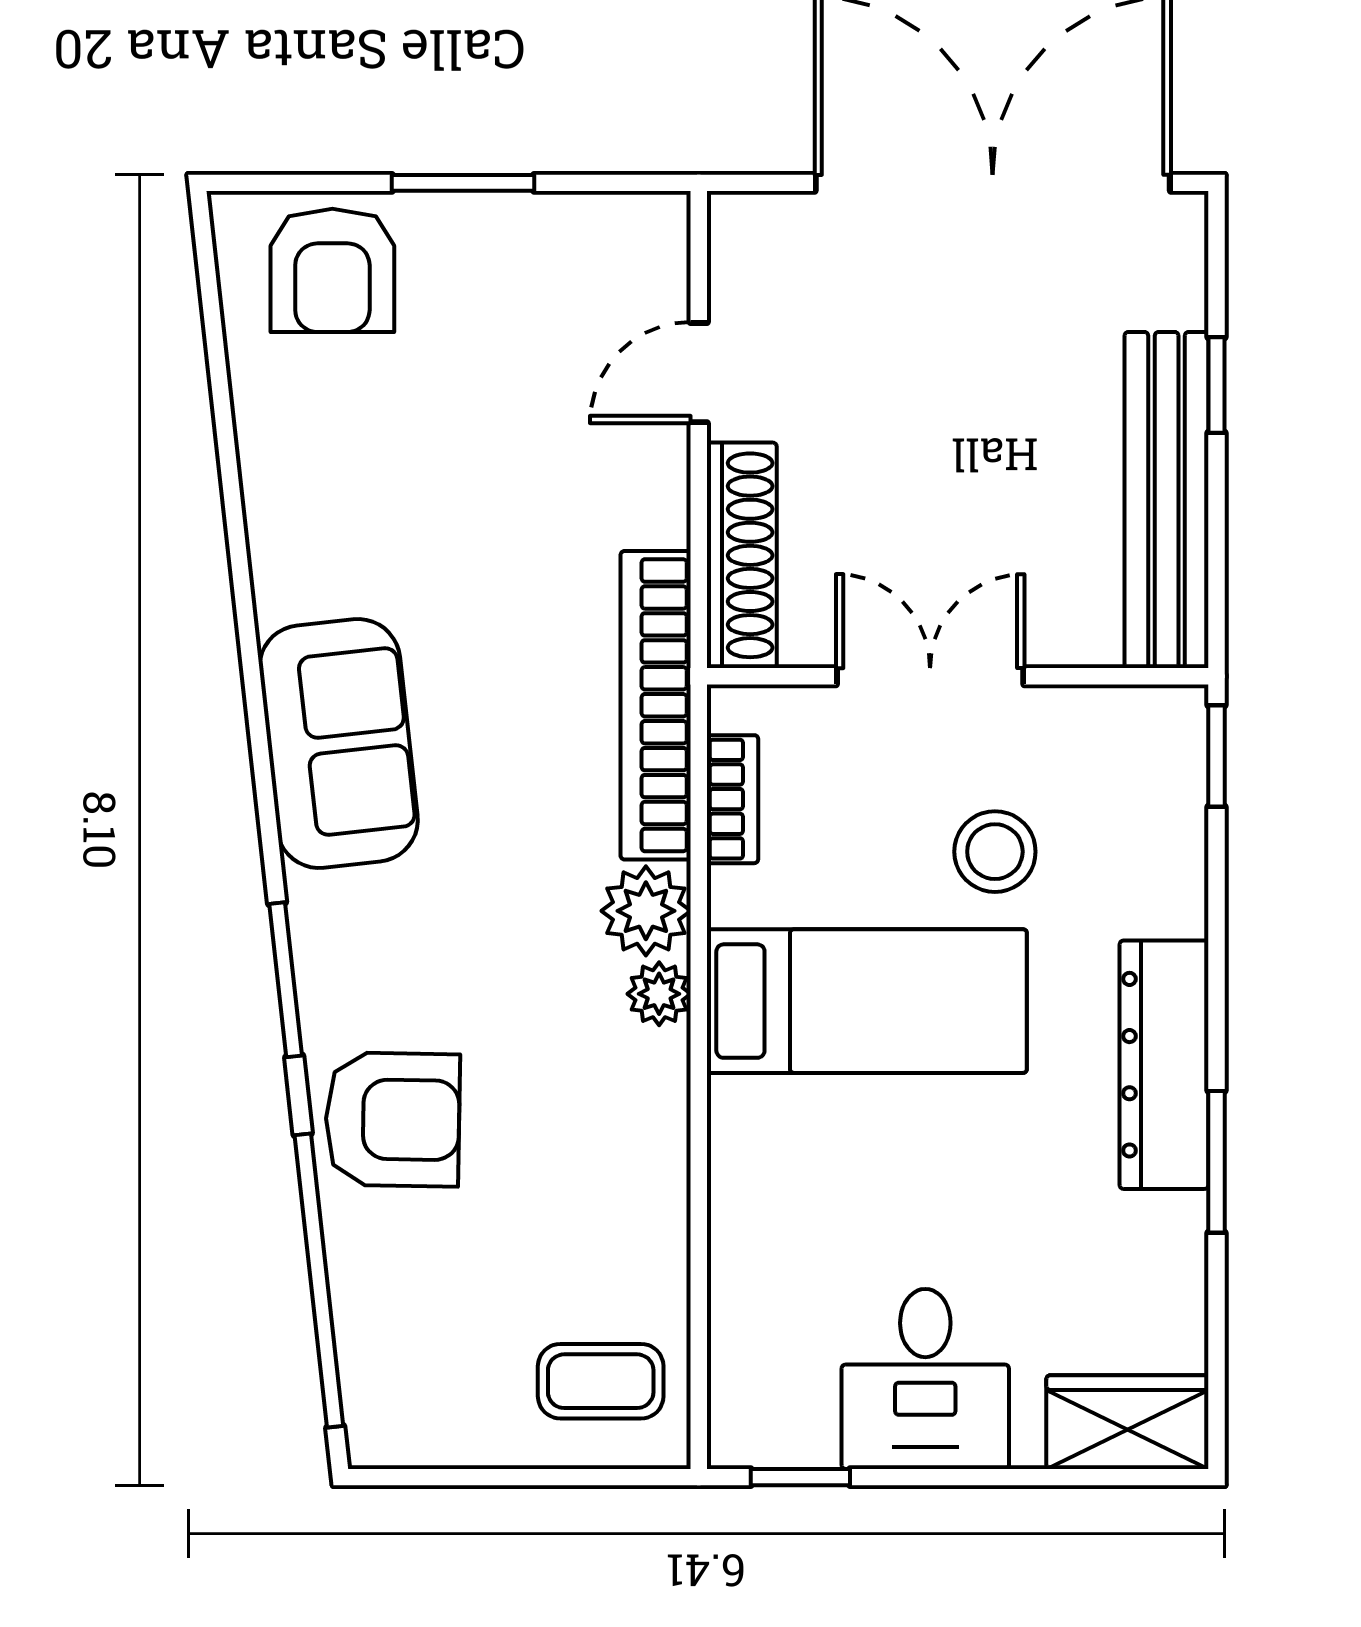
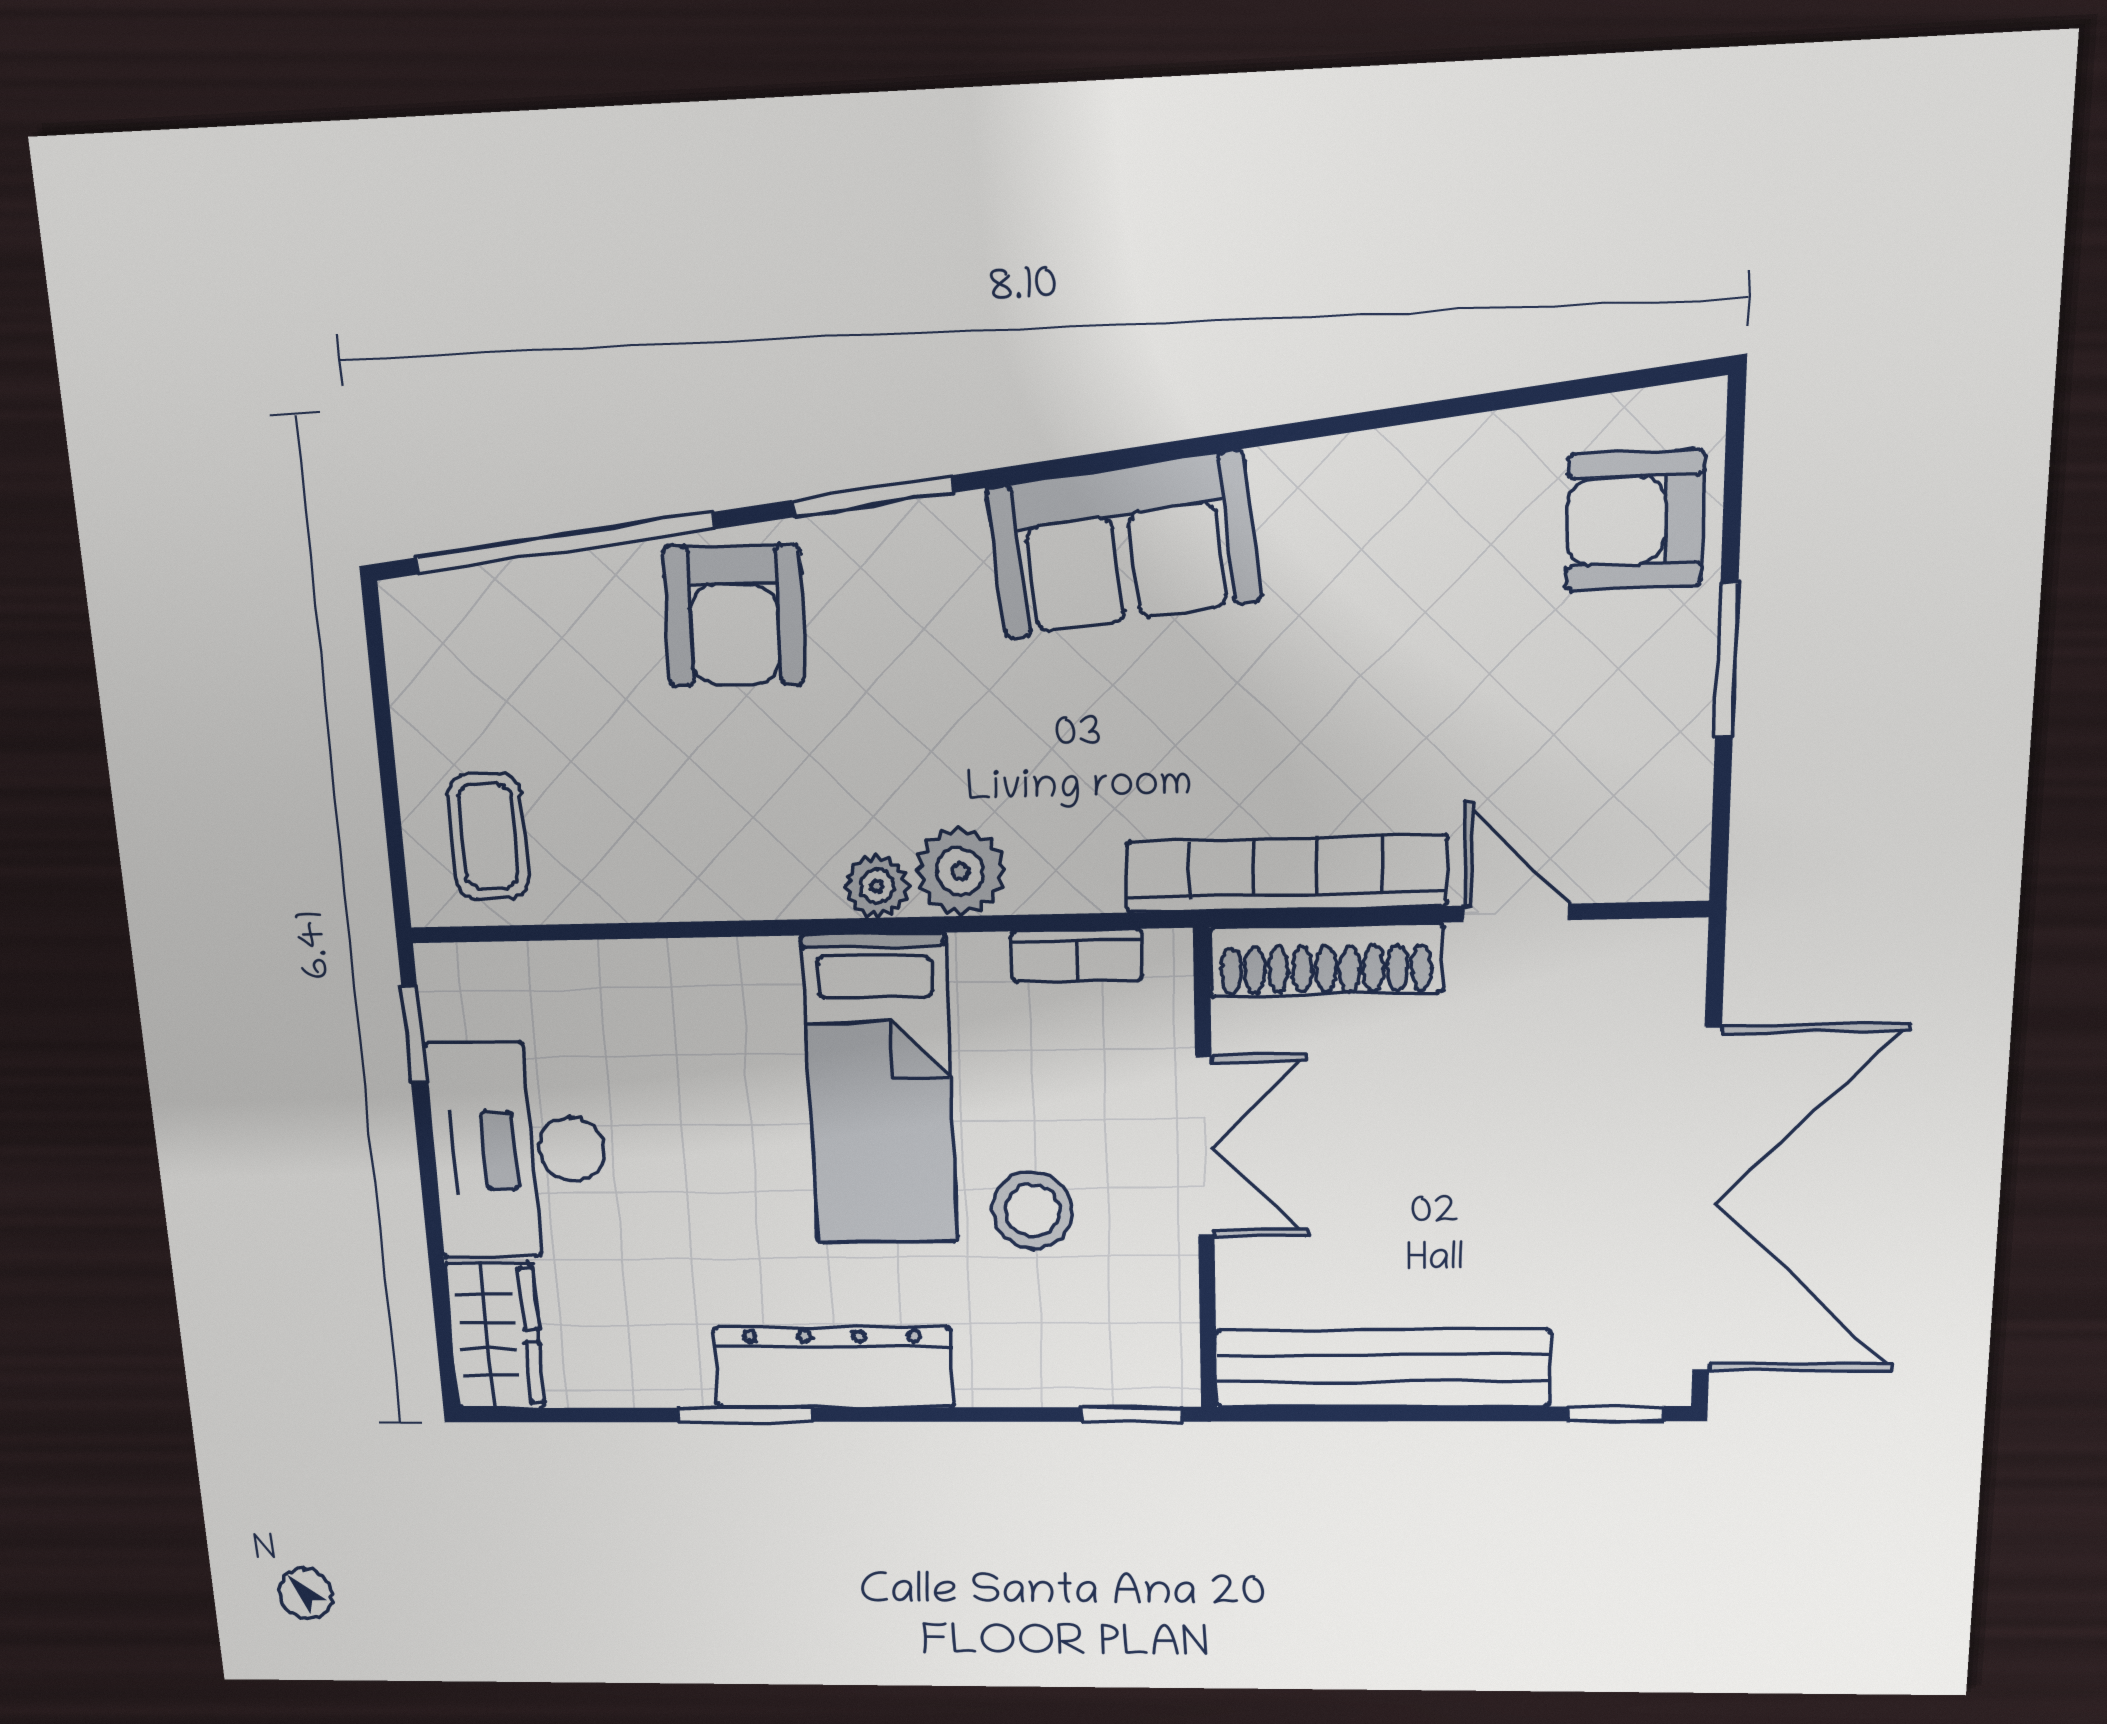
window: (1217, 385) -> (1616, 1414), moved
bookcase: (656, 705) -> (1286, 874), moved
desk: (925, 1379) -> (519, 1150), width x1.37

